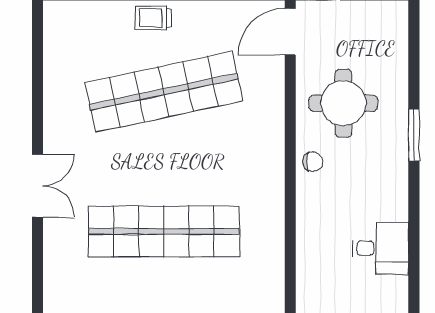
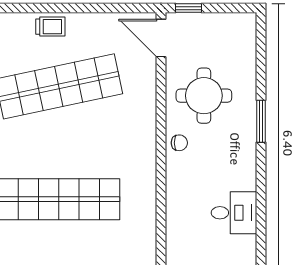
trolley: (153, 18) -> (50, 27), turned 180
door: (290, 32) -> (161, 38), hinge flipped

